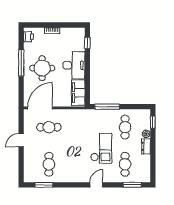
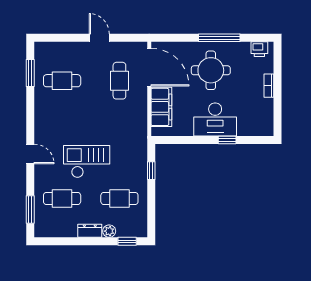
window: (87, 43) -> (227, 140), moved
filing cabinet: (78, 93) -> (161, 107), moved, turned 90
window: (107, 107) -> (151, 171), width x0.46
checkout: (101, 148) -> (87, 162), turned 180

